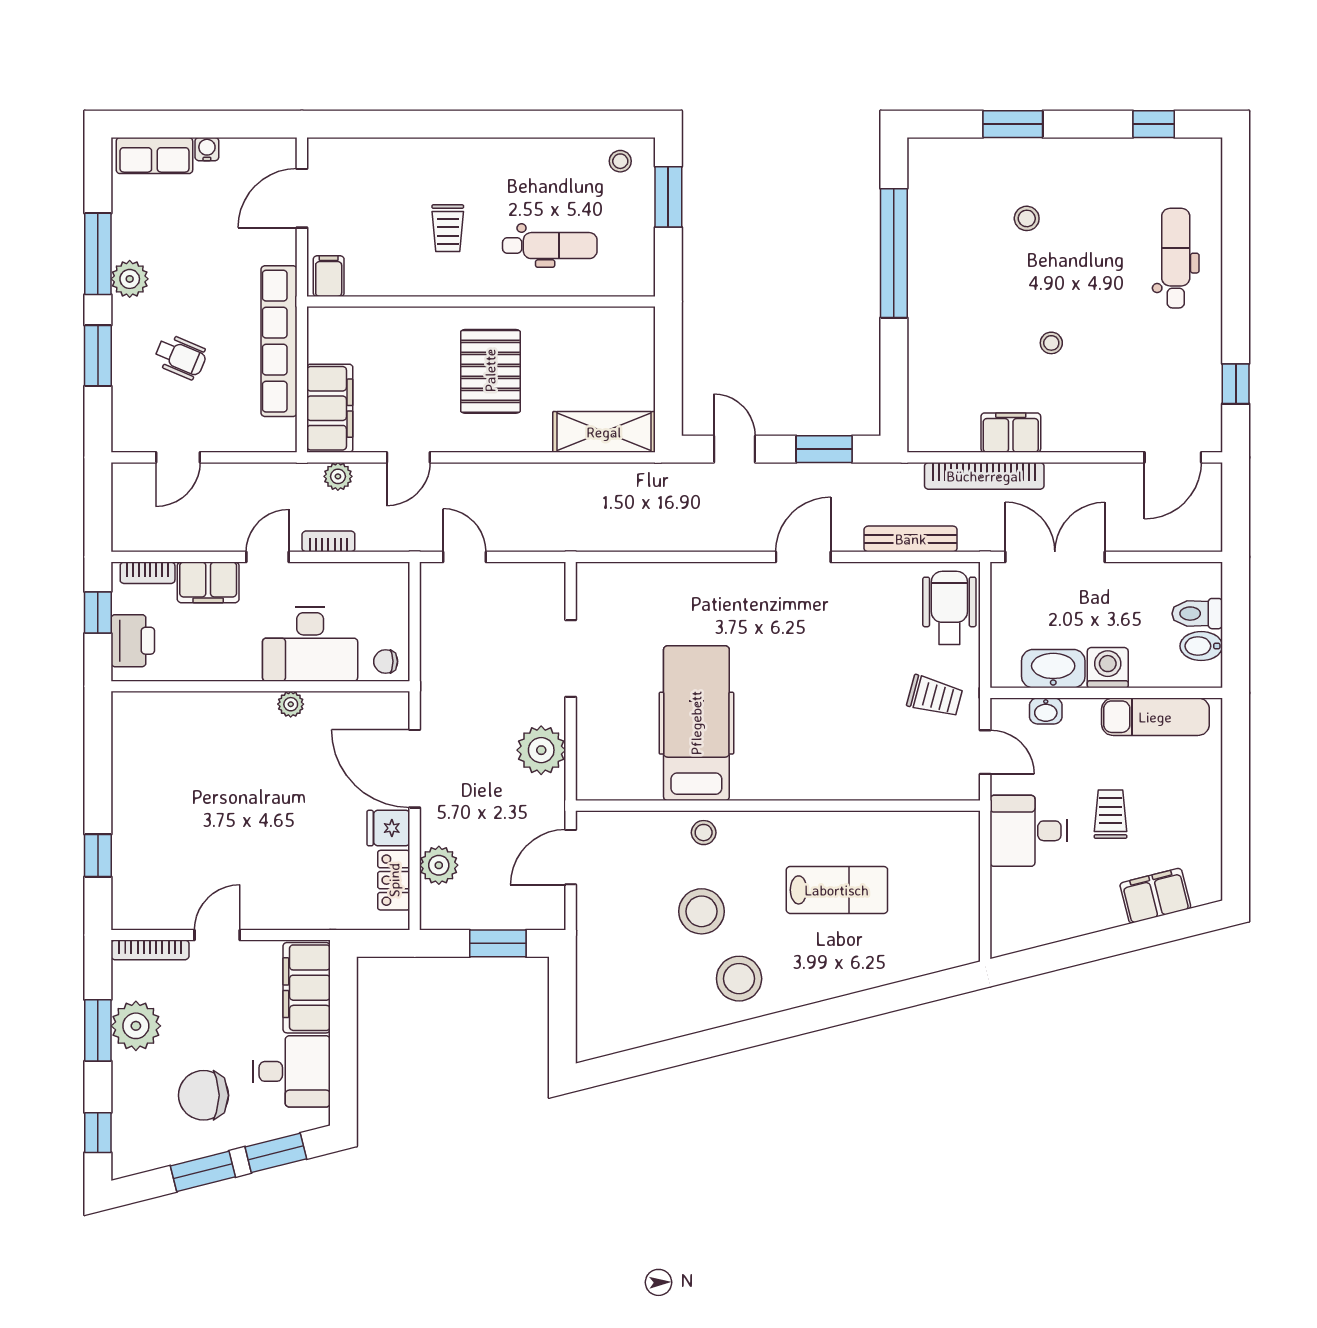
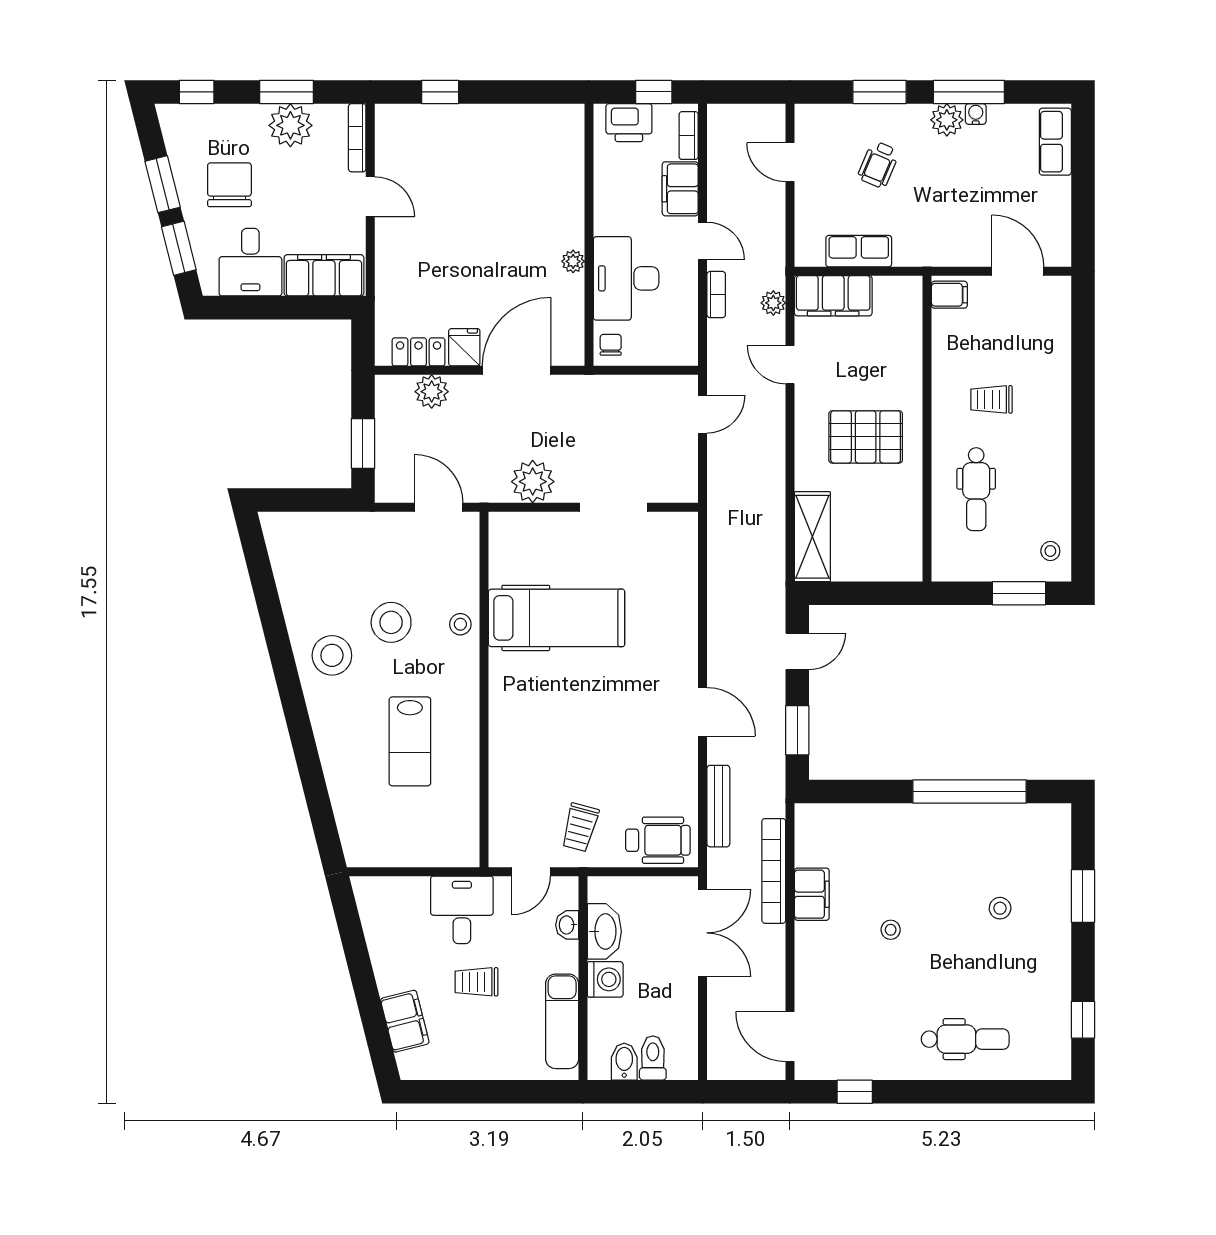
water cooler: (207, 149) -> (976, 114), moved, turned -90
row of seats: (279, 341) -> (859, 251), width x0.50
trolley: (1111, 814) -> (476, 982), turned 180

